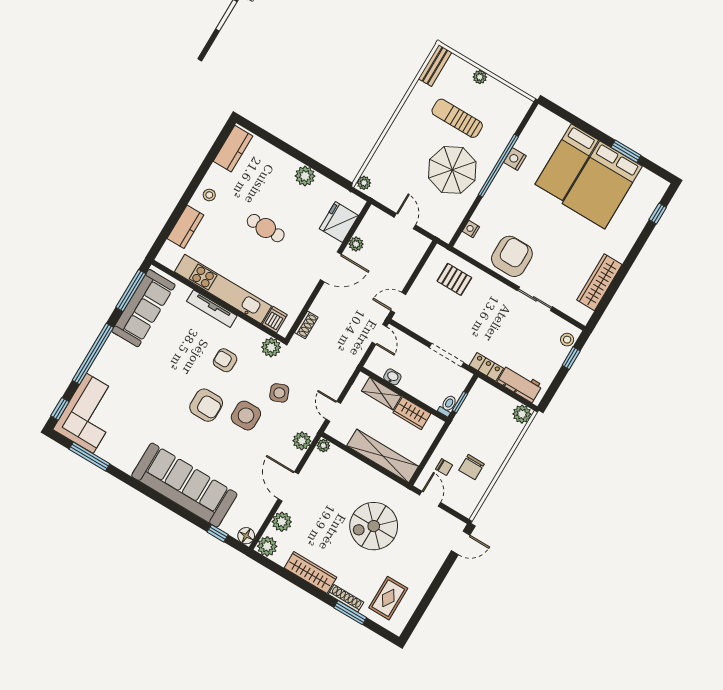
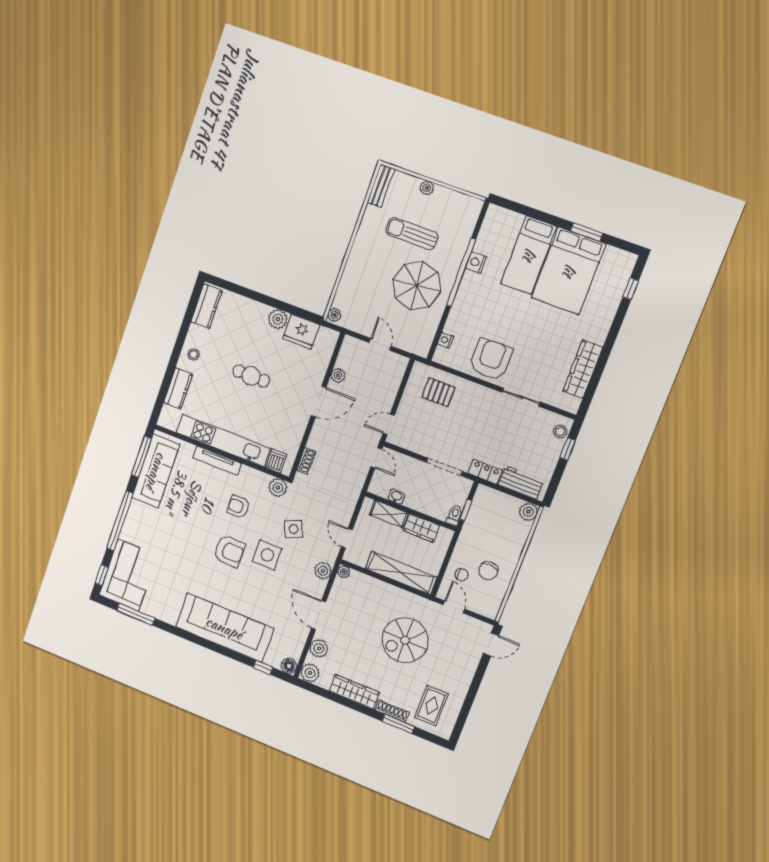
fridge: (339, 222) -> (301, 332), moved, turned -90

